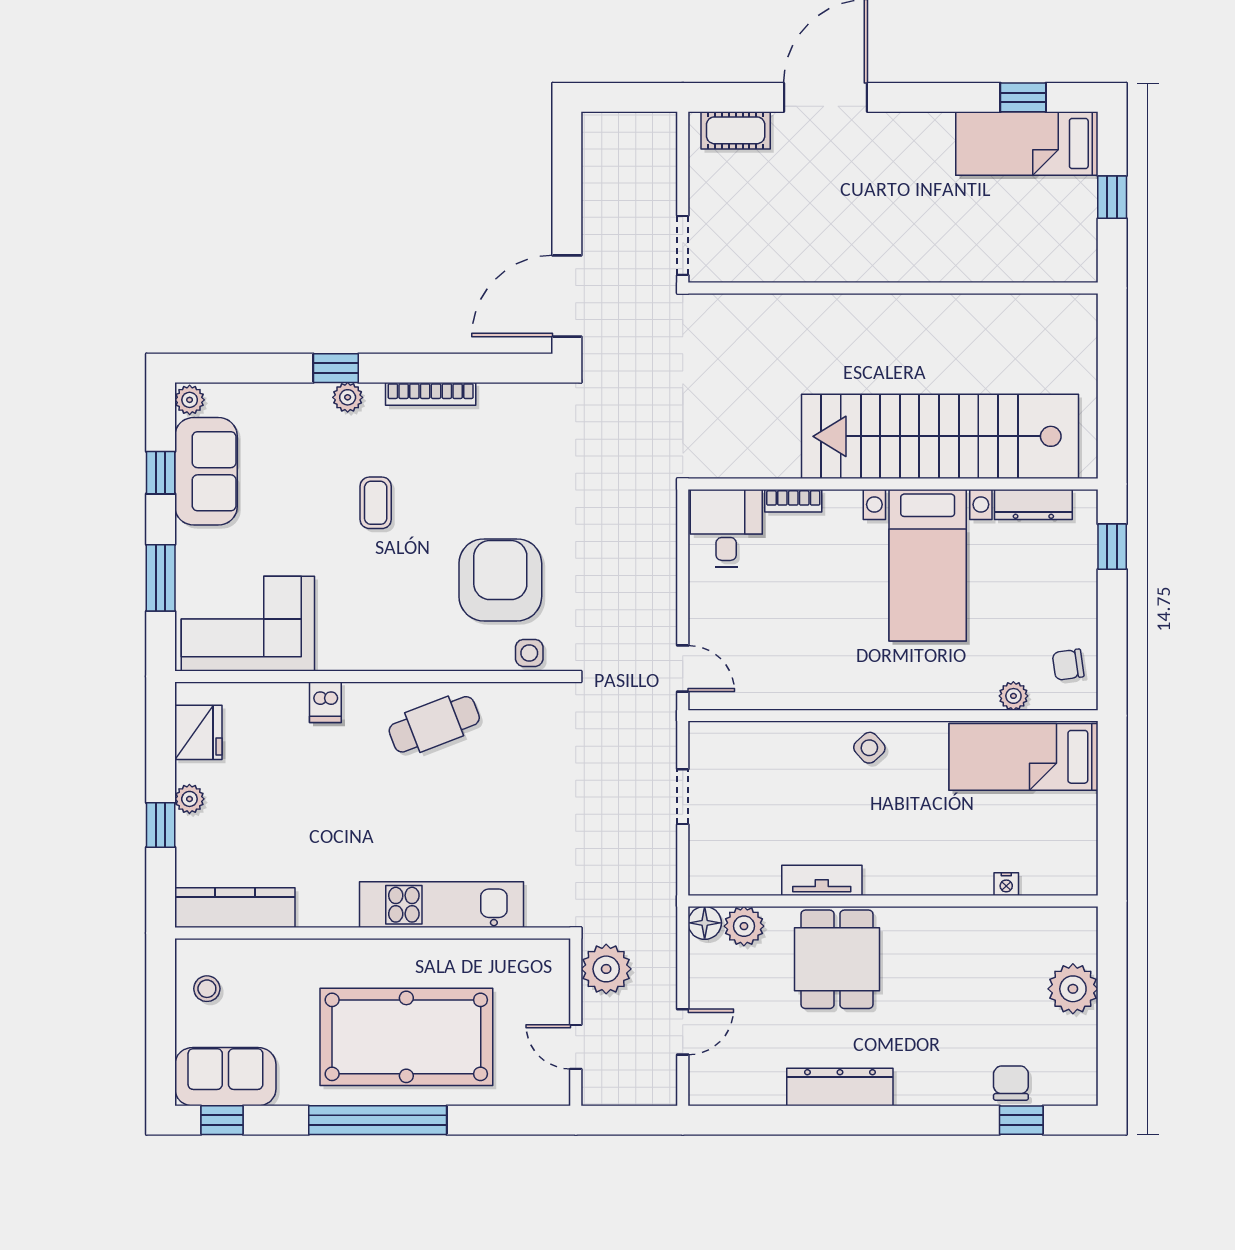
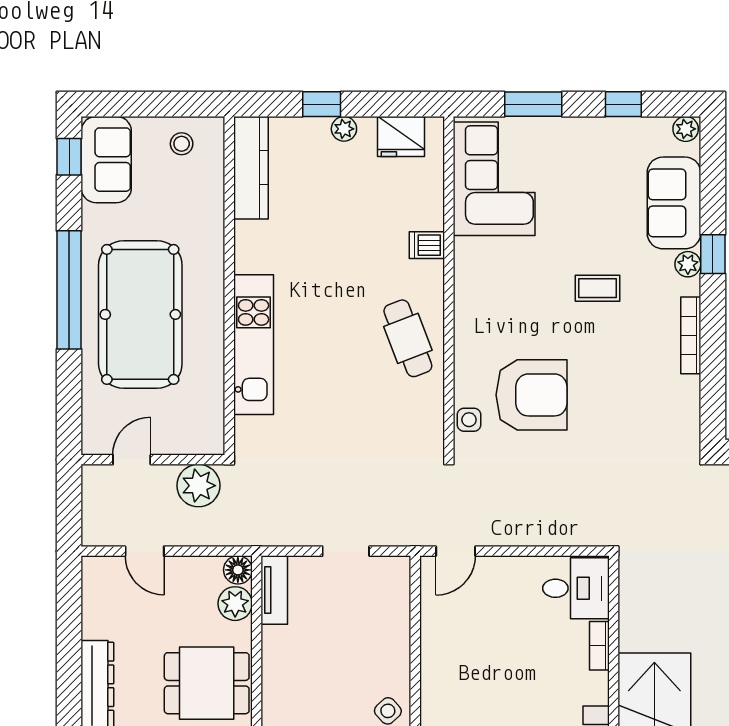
sofa: (206, 471) -> (674, 203), moved, turned 90
tv unit: (822, 880) -> (274, 590), moved

